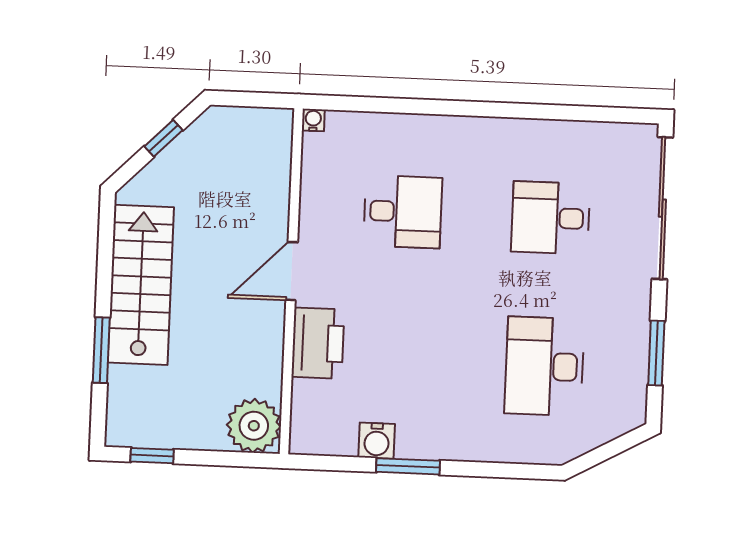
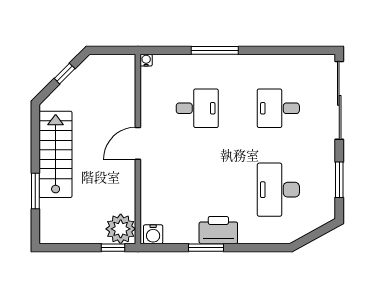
window: (439, 107) -> (215, 50), added
printer: (318, 343) -> (218, 230), moved, turned -90
water cooler: (377, 441) -> (153, 234), moved
window: (152, 456) -> (113, 248), moved

